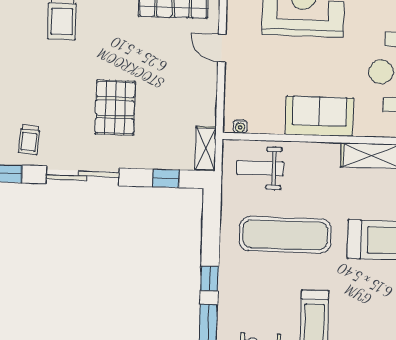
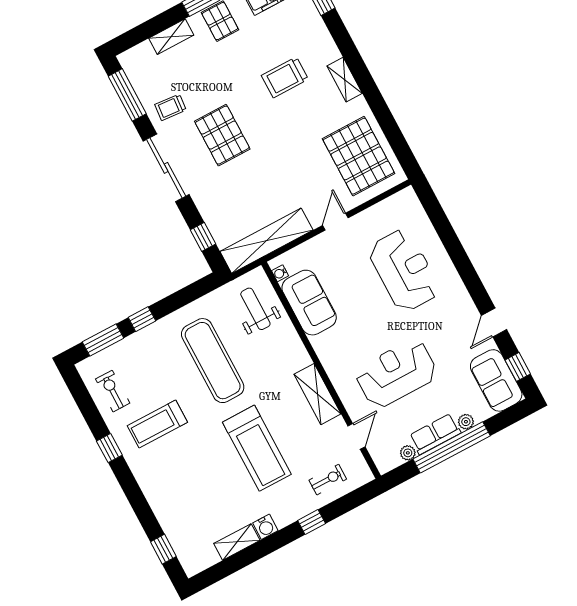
pallet: (115, 108) -> (222, 135), moved, turned 90
sofa: (319, 116) -> (309, 303), moved
shelving: (206, 149) -> (266, 241), width x2.20, depth x1.33

